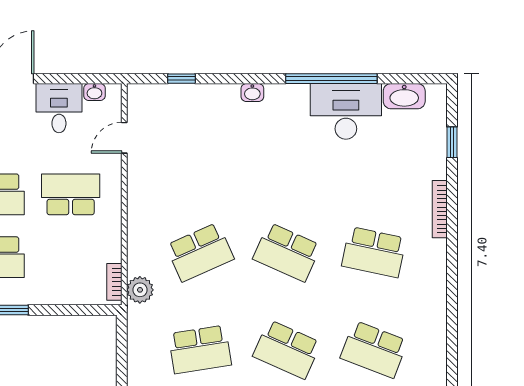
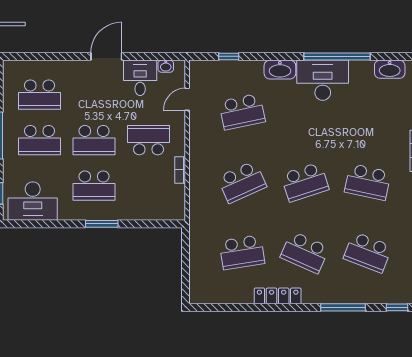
washbasin: (252, 93) -> (280, 70), width x1.91, depth x1.45
desk: (346, 111) -> (323, 80), moved
school desk: (200, 155) -> (242, 112), added
school desk: (287, 252) -> (305, 182), turned -42
bookcase: (114, 282) -> (180, 170), moved
plant: (140, 290) -> (199, 209), removed

